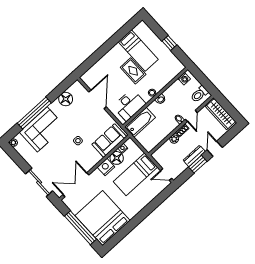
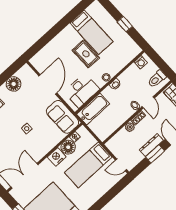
sofa: (109, 140) -> (63, 117), moved, turned -90

